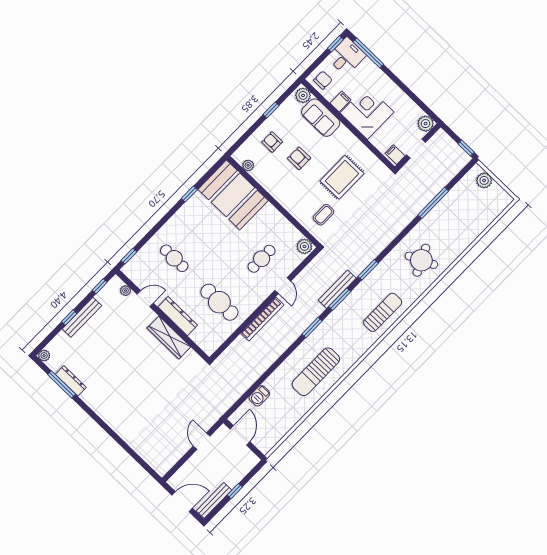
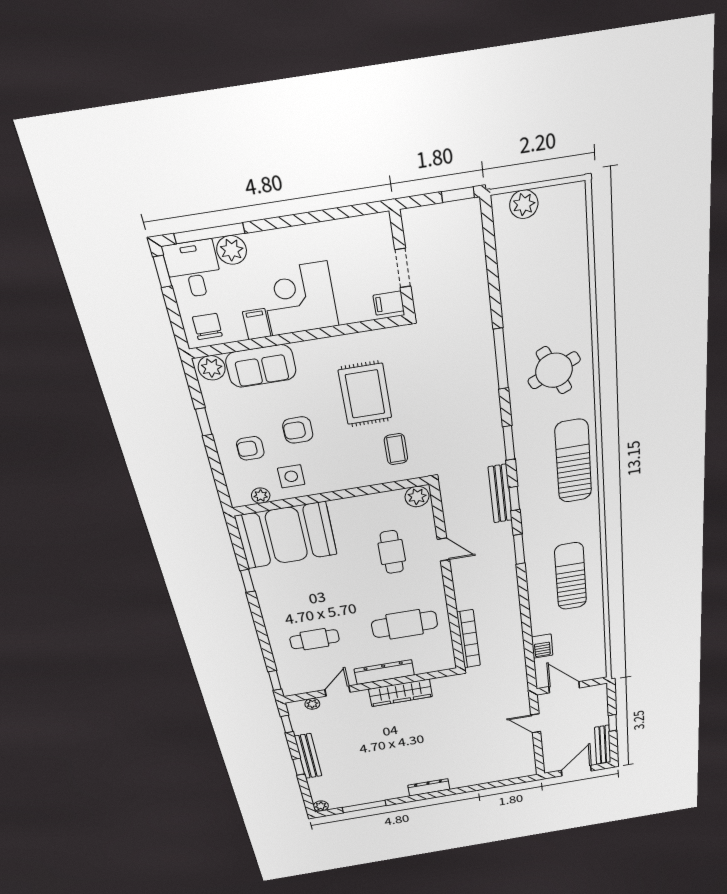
plant: (426, 124) -> (232, 250), moved
side table: (270, 173) -> (291, 476), added
window: (433, 203) -> (501, 359), moved
window: (340, 299) -> (514, 499), width x0.67
sun lounger: (383, 312) -> (573, 461), width x1.36, depth x1.34
bookcase: (262, 319) -> (469, 639), moved
sun lounger: (316, 372) -> (571, 576), turned 180
dresser: (71, 381) -> (429, 787), moved

